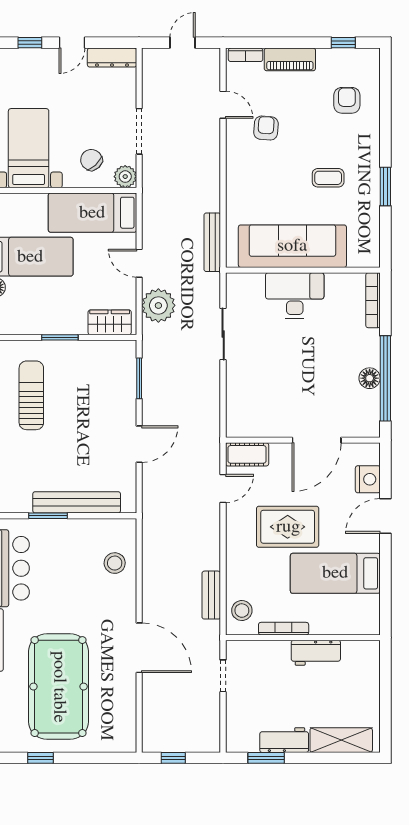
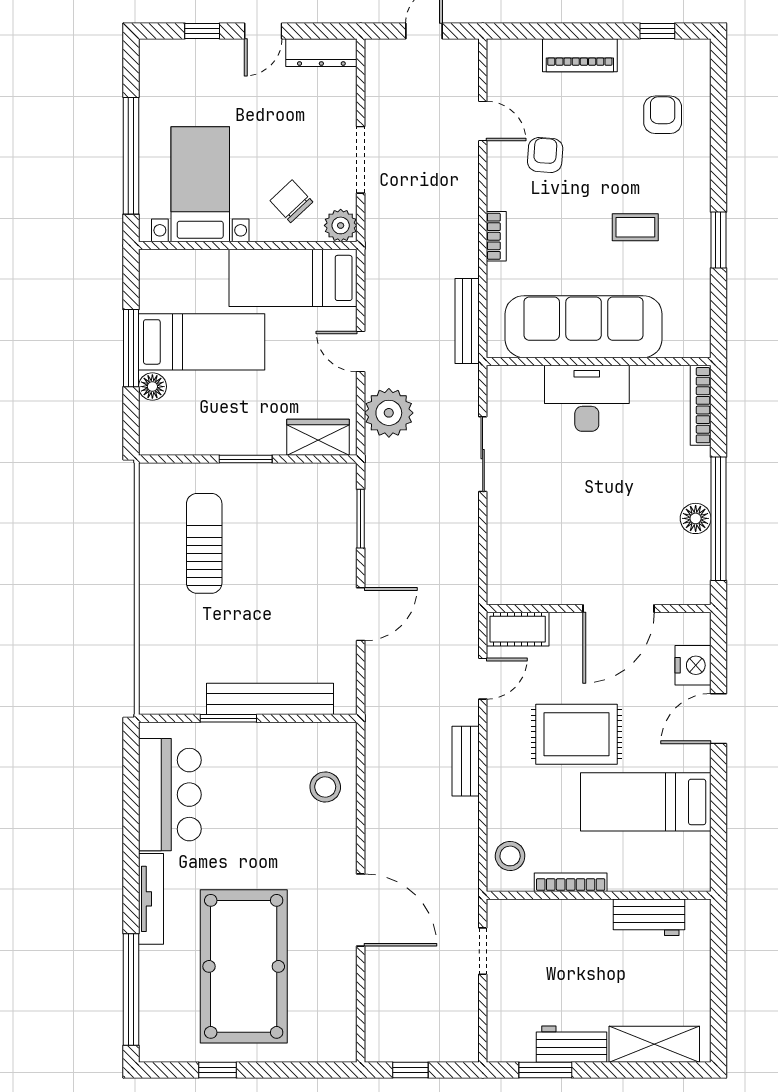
bookcase: (246, 55) -> (496, 236), moved, turned -90
bench: (211, 595) -> (466, 761), moved
workbench: (316, 653) -> (649, 917), moved

